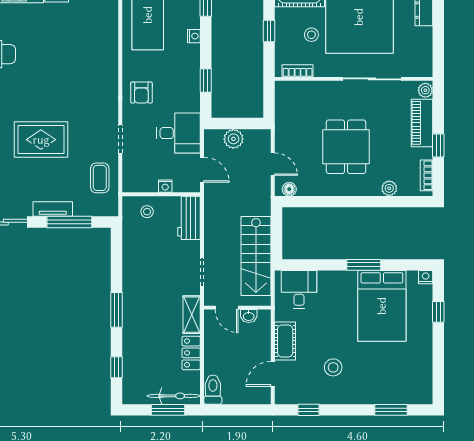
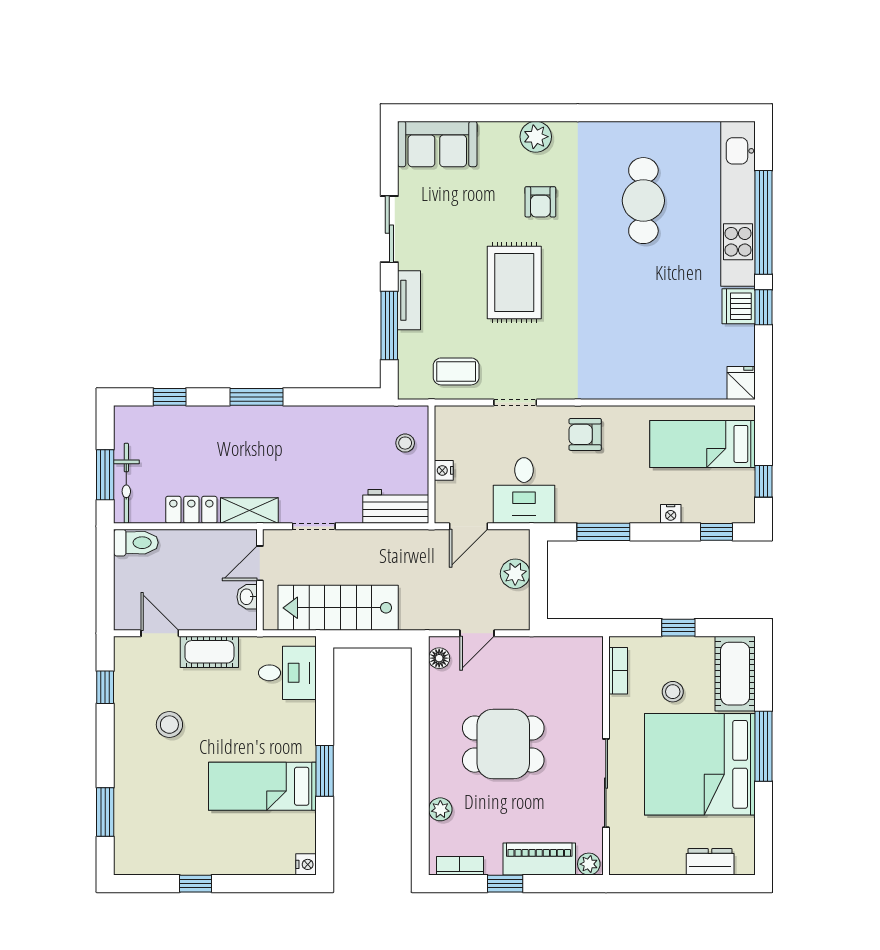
window: (206, 81) -> (603, 532), width x1.50
bed: (382, 306) -> (262, 786), width x0.67
window: (438, 312) -> (196, 884), moved

